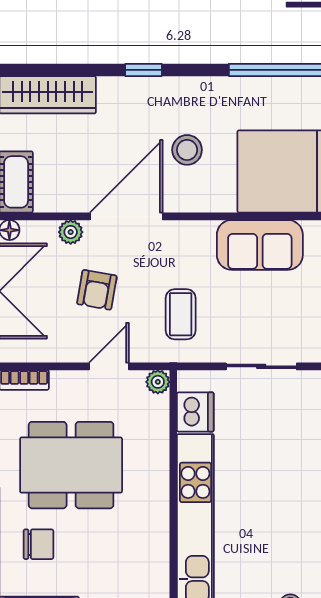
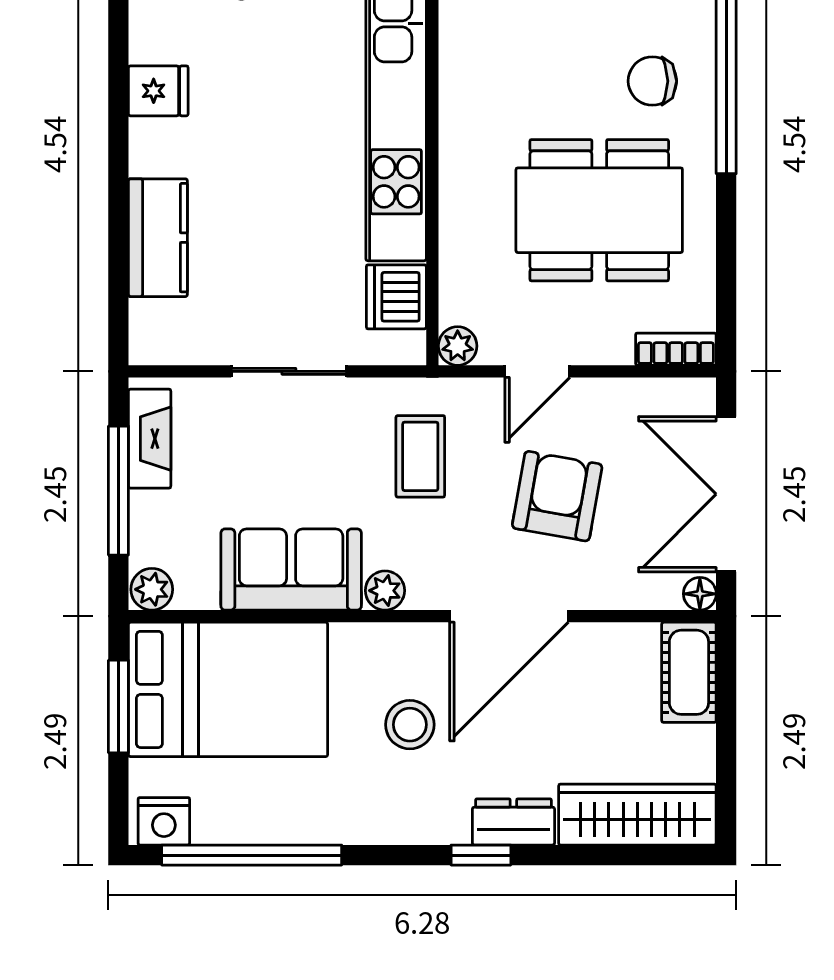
dresser: (124, 90) -> (513, 822), added
plant: (71, 232) -> (385, 591), moved
armchair: (97, 290) -> (557, 496), width x1.38, depth x1.38

